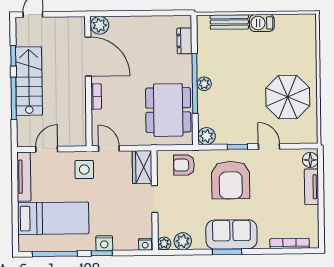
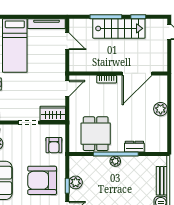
plant: (100, 25) -> (161, 109), moved
dresser: (184, 41) -> (134, 147), moved
dining table: (168, 110) -> (96, 134), width x0.73
plant: (207, 136) -> (76, 182), moved
armchair: (184, 165) -> (54, 145), turned 180
side table: (84, 169) -> (51, 70), removed

